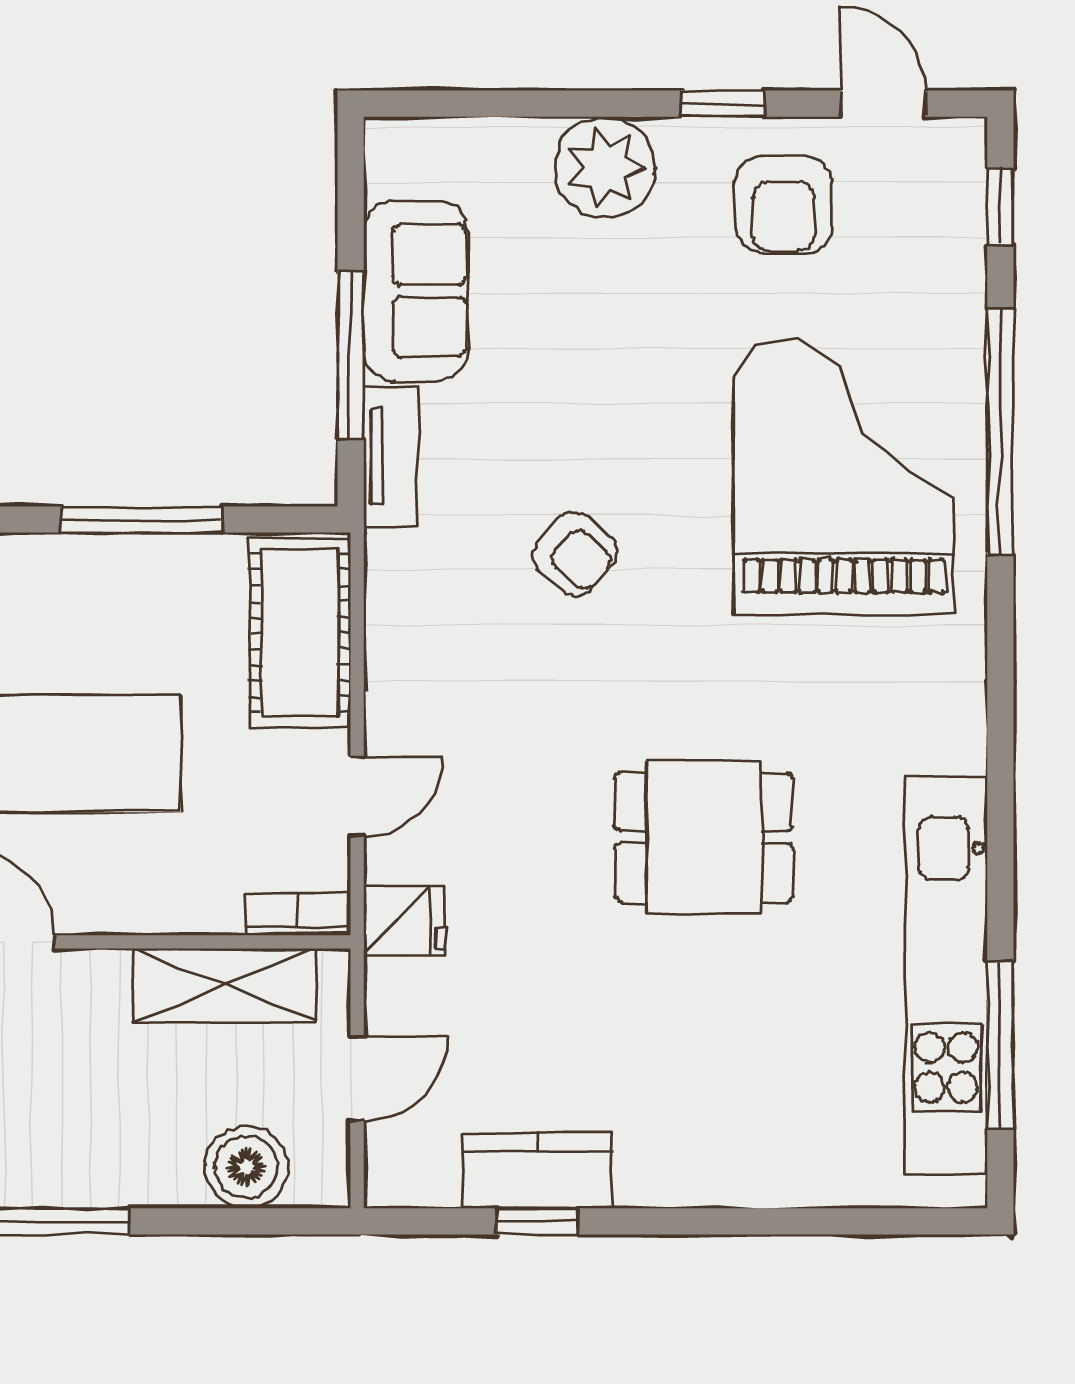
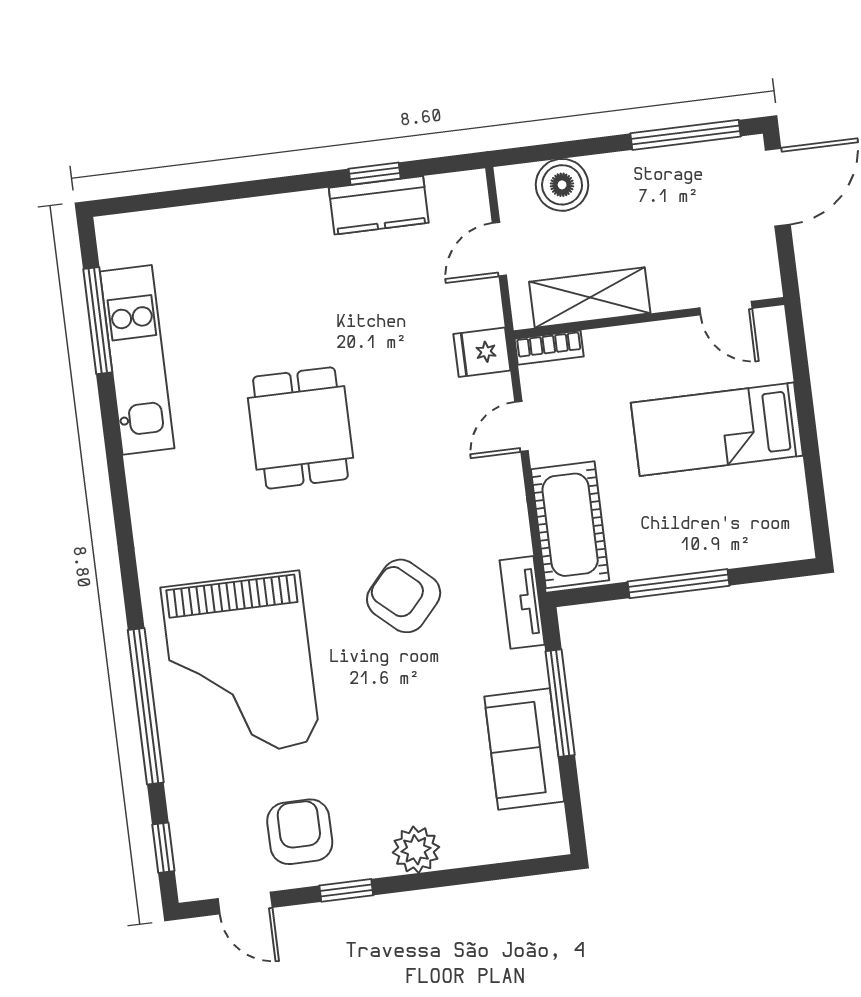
plant: (605, 167) -> (416, 850), width x0.73, depth x0.73
tv unit: (390, 457) -> (522, 602), moved
armchair: (575, 554) -> (404, 596), width x1.38, depth x1.38
dining table: (704, 837) -> (300, 428), turned 90
kitchen unit: (946, 976) -> (137, 360), width x0.73

